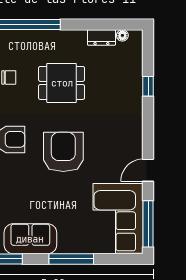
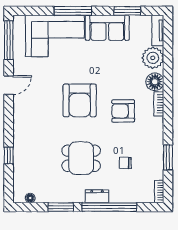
window: (86, 25) -> (61, 207), added
dresser: (101, 37) -> (97, 196), moved
corner sofa: (118, 218) -> (55, 36), moved, turned 90

